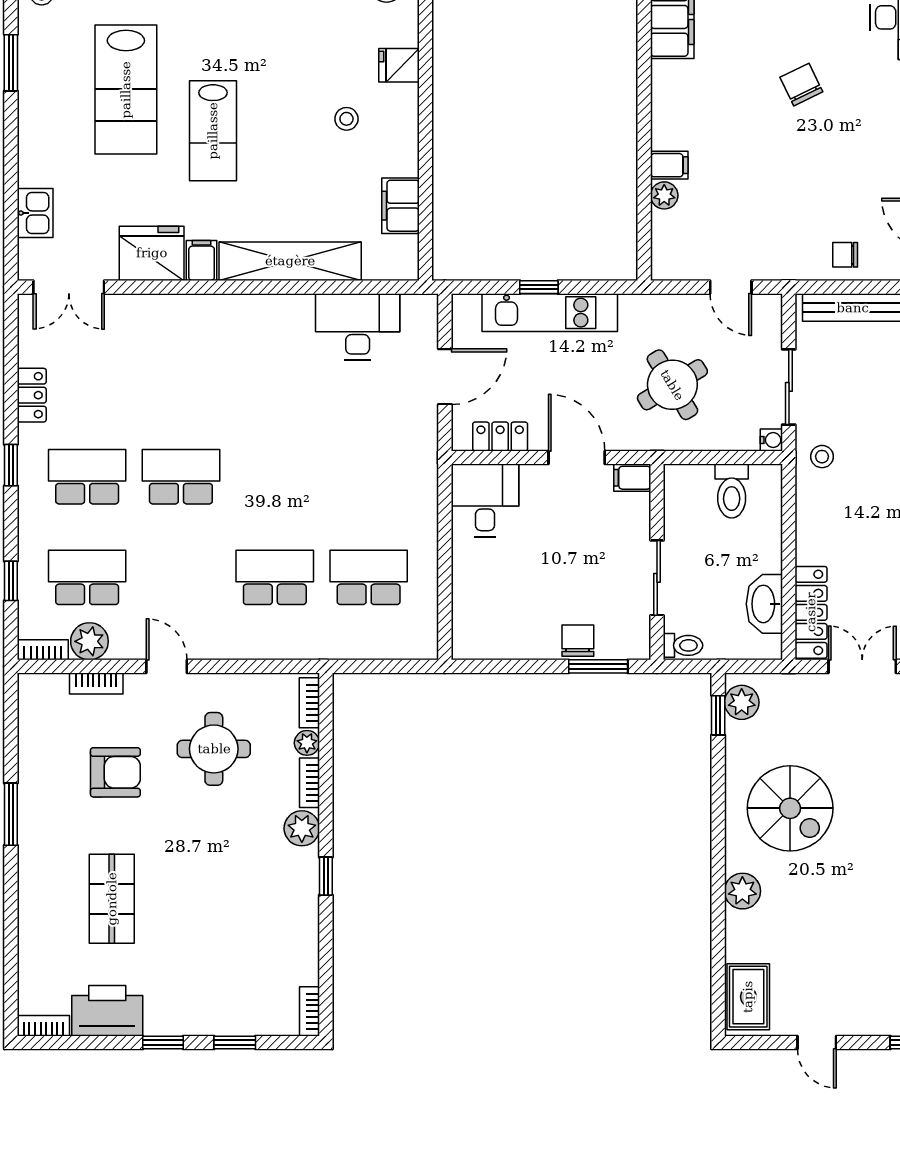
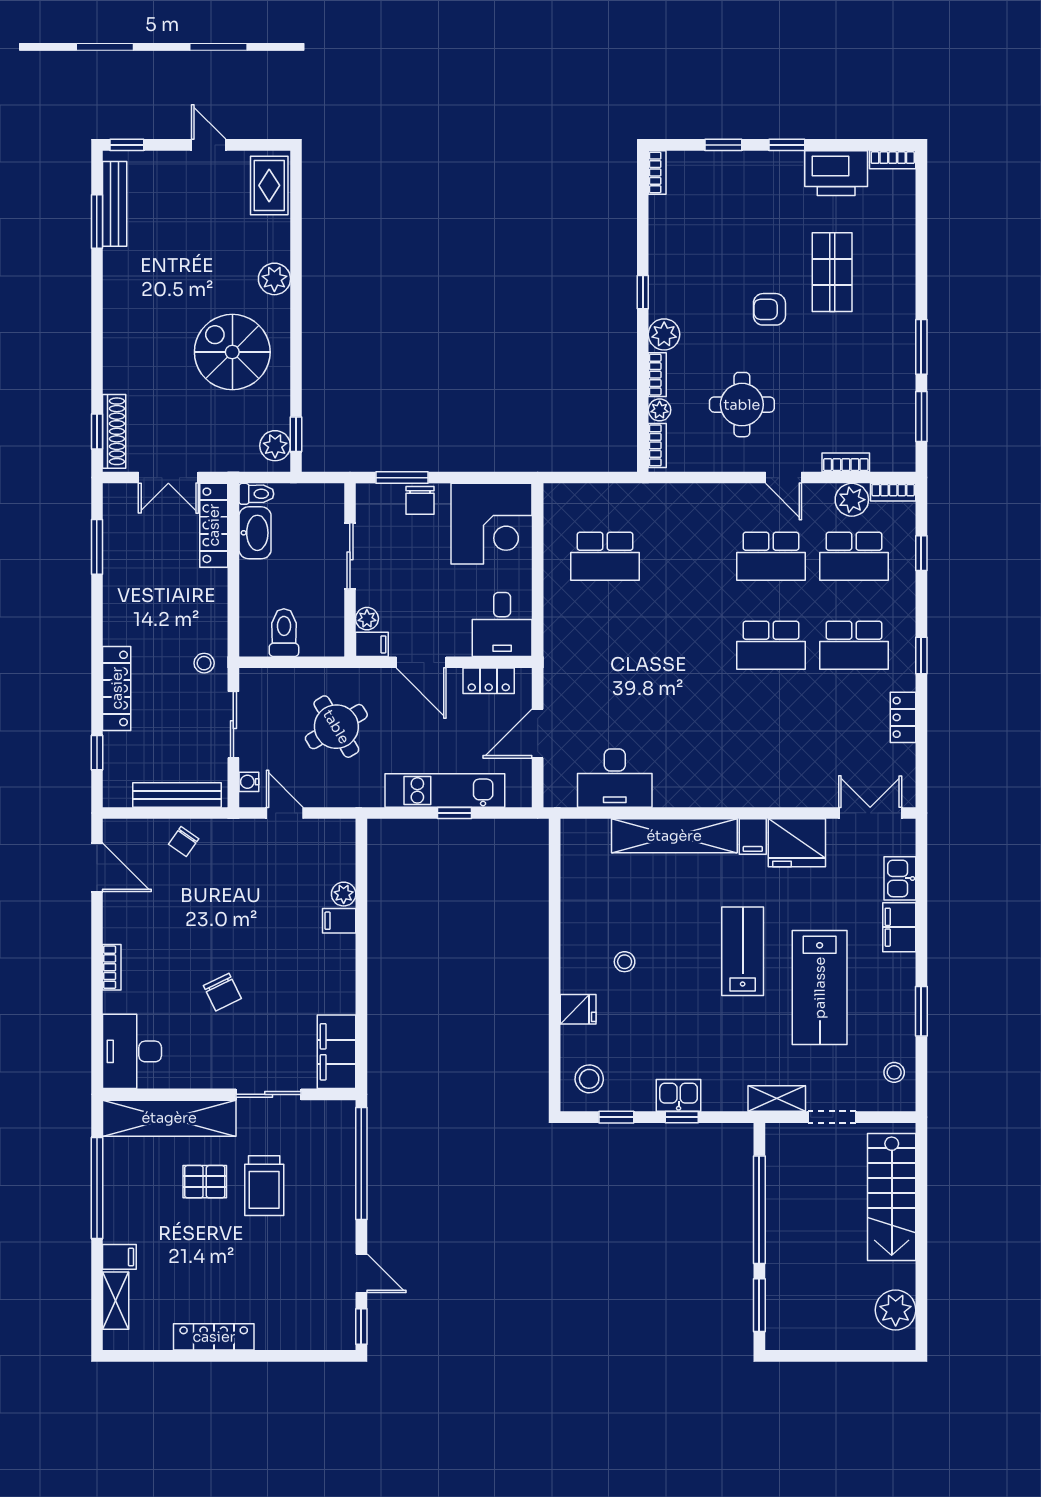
lab bench: (126, 90) -> (820, 988), turned 180
filing cabinet: (401, 206) -> (899, 927), moved, turned 180
chair: (845, 255) -> (184, 842), turned 125
water cooler: (771, 440) -> (249, 782), moved
plant: (638, 507) -> (367, 619), added
school desk: (275, 577) -> (771, 556), moved
corner desk: (497, 614) -> (491, 524), added
toilet: (683, 645) -> (256, 494), moved, turned 180
window: (11, 736) -> (921, 416), added
armchair: (115, 772) -> (769, 309), moved, width x0.72, depth x0.72

